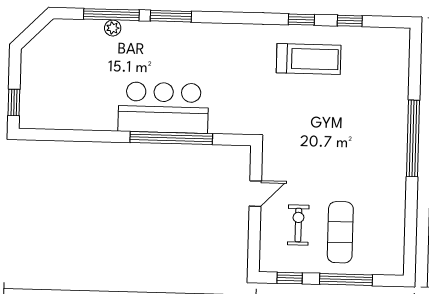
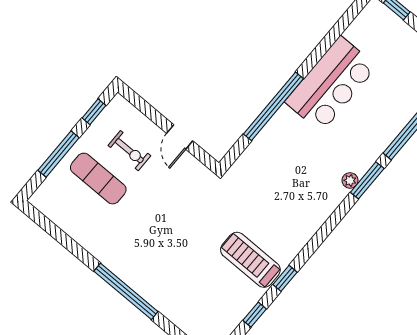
plant: (113, 28) -> (350, 180), moved
treadmill: (309, 59) -> (250, 260), turned 90
bar counter: (163, 108) -> (331, 84), moved

